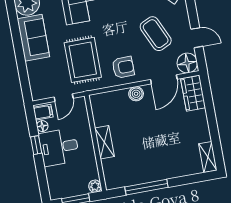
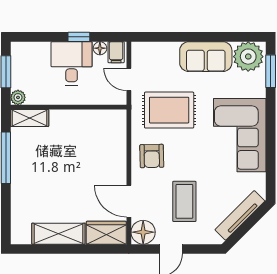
coffee table: (156, 34) -> (184, 201), turned -65
boiler: (136, 94) -> (118, 165), removed
shelving: (104, 142) -> (30, 118), moved
shelving: (208, 157) -> (58, 234), moved, width x1.50, depth x1.33

